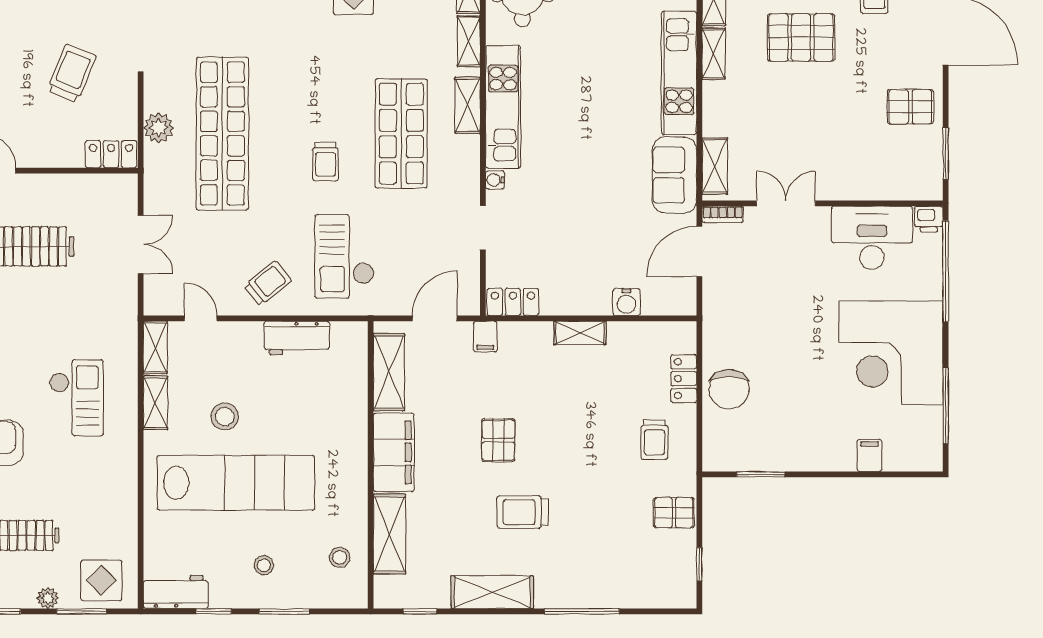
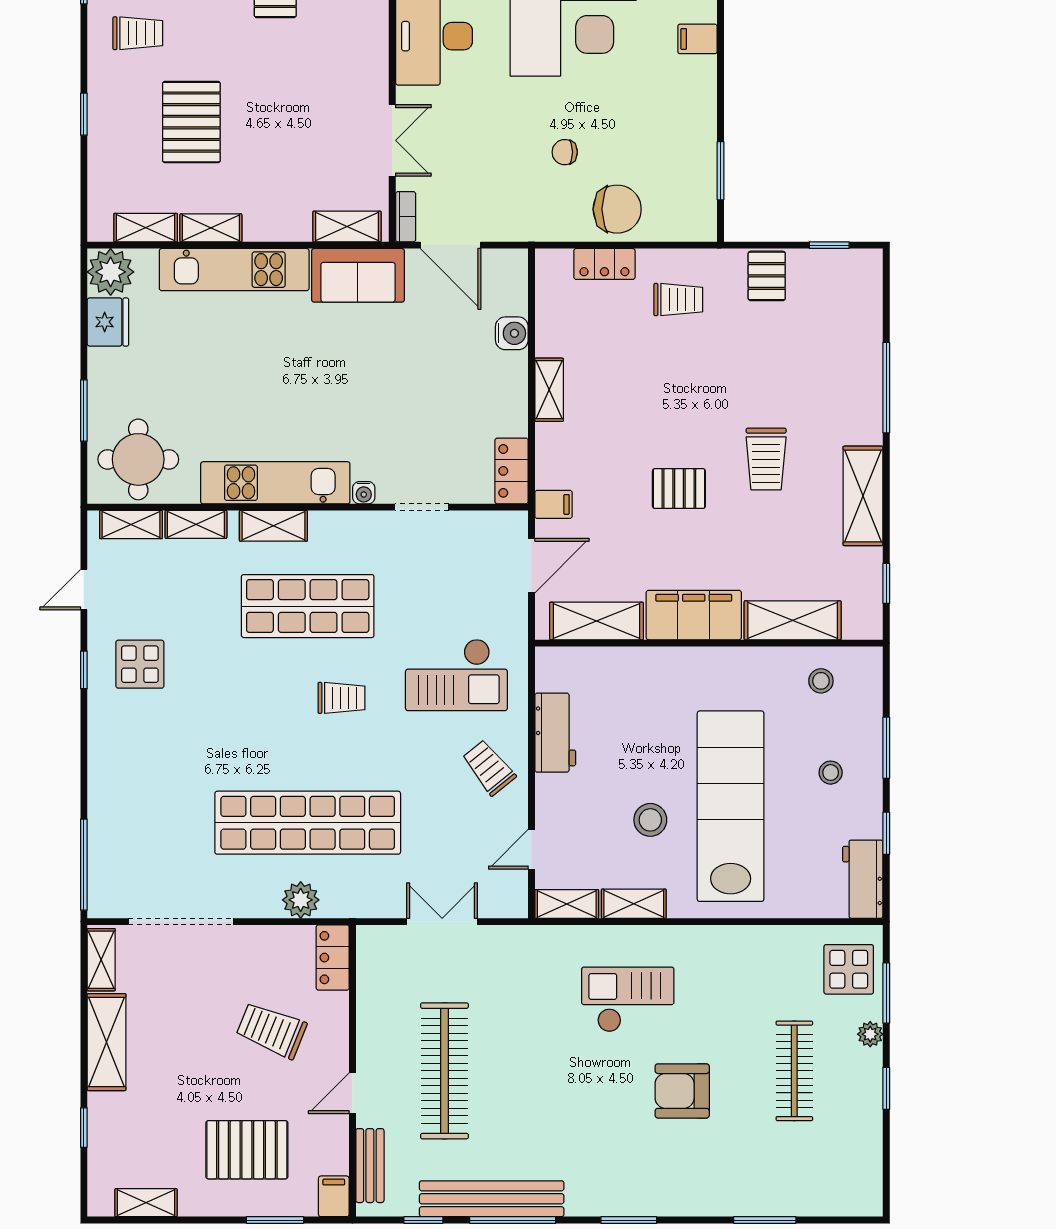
trolley: (72, 73) -> (271, 1030), moved
double door: (786, 203) -> (392, 140), swing flipped
door: (435, 318) -> (531, 566), swing flipped
chair: (776, 346) -> (565, 152), added

